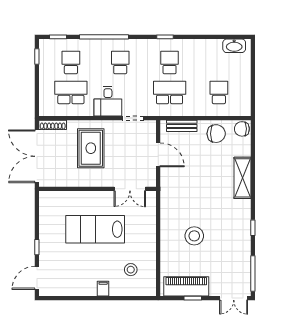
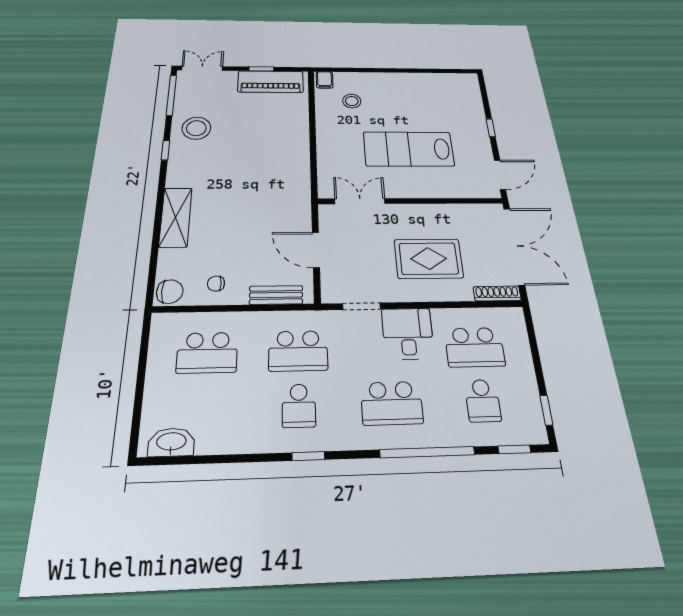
school desk: (120, 63) -> (392, 403), width x1.85
school desk: (219, 92) -> (207, 353), width x1.85
chair: (216, 134) -> (216, 284), width x0.54, depth x0.54
rug: (91, 148) -> (429, 259), turned 90
lab bench: (95, 229) -> (409, 149), turned 180
stool: (194, 236) -> (196, 128), moved
door: (37, 278) -> (500, 175), moved
filing cabinet: (103, 289) -> (325, 80), moved

